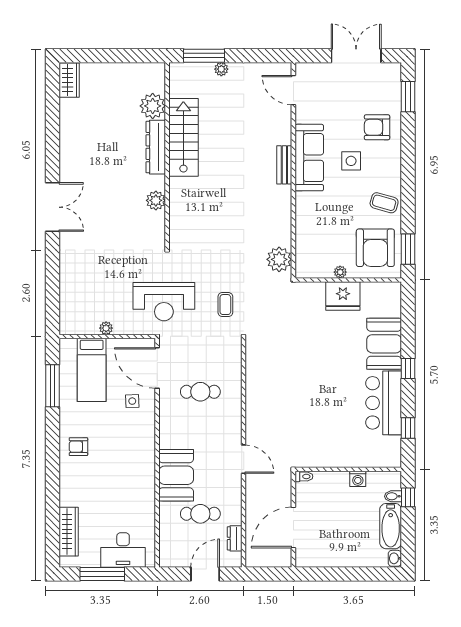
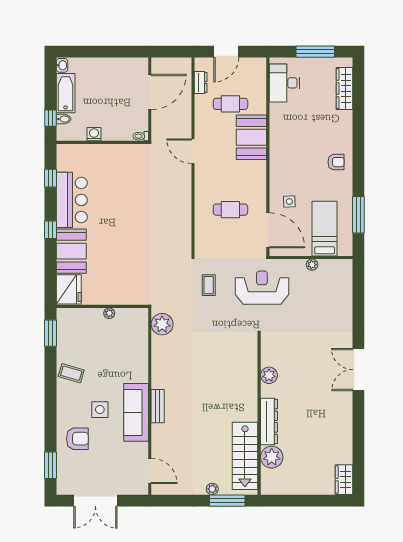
stairs: (183, 137) -> (245, 456), moved
armchair: (375, 248) -> (79, 334), removed
fridge: (343, 296) -> (69, 289), moved, turned 90
desk: (123, 550) -> (284, 83), moved, turned -90

